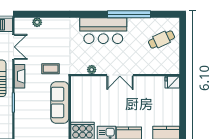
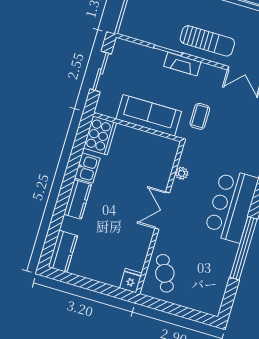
cafe table: (161, 39) -> (165, 273), moved
fireplace: (20, 76) -> (182, 64), moved

